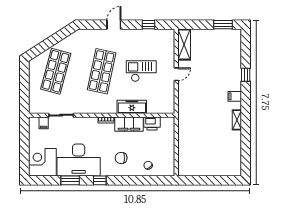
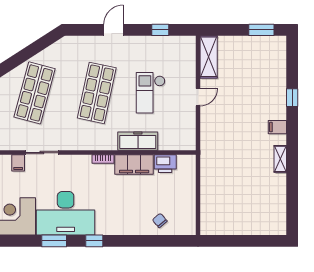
checkout: (141, 71) -> (151, 93), turned -90
chair: (121, 158) -> (123, 211), removed

